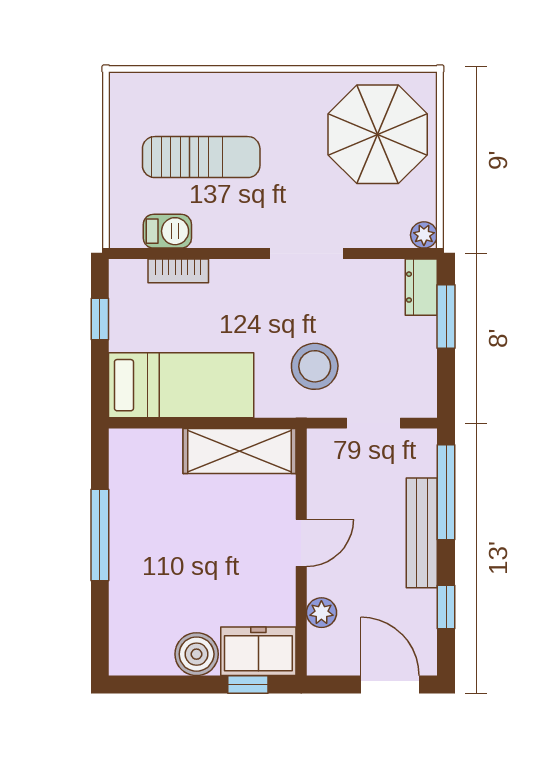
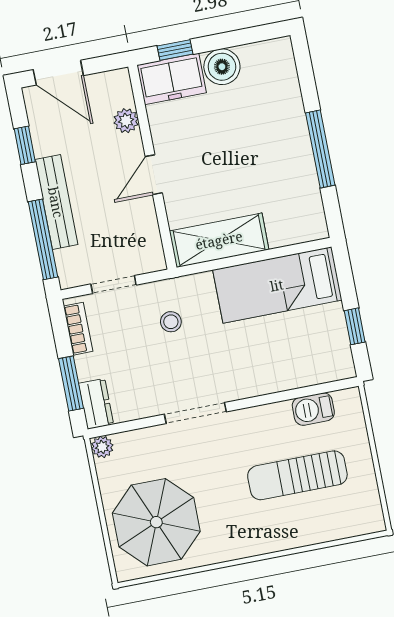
bookcase: (178, 271) -> (78, 329), moved, turned 90
stool: (315, 366) -> (171, 322), width x0.53, depth x0.53

